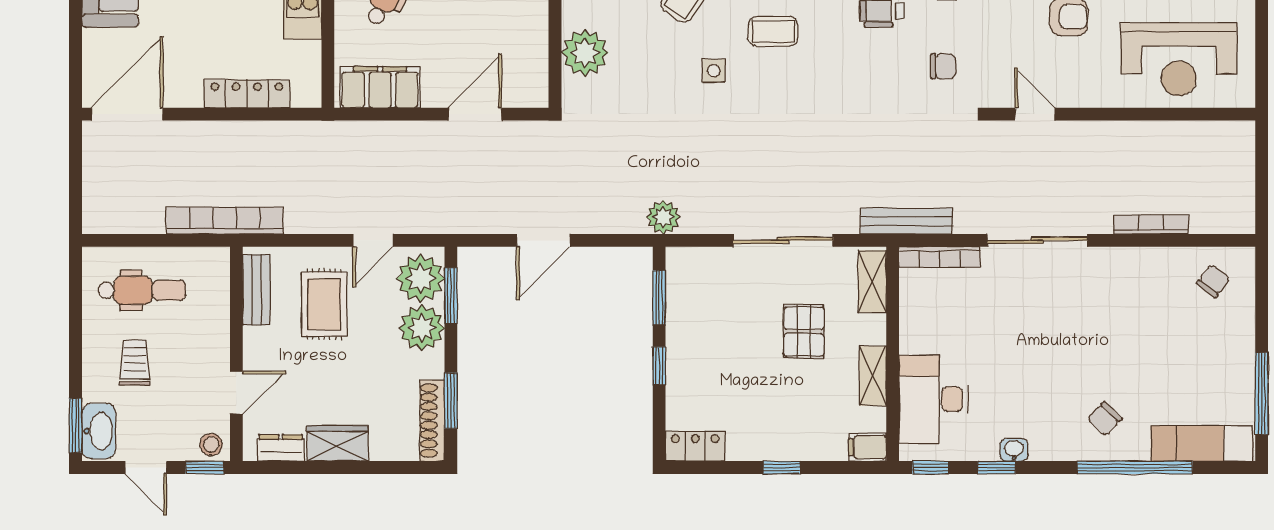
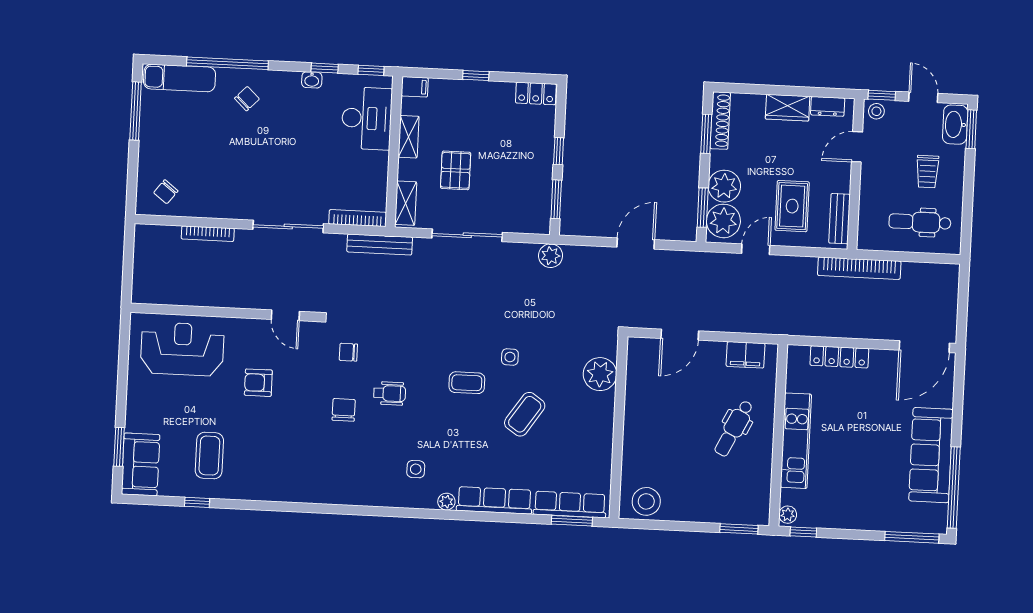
filing cabinet: (380, 87) -> (745, 355), width x0.67, depth x0.86

